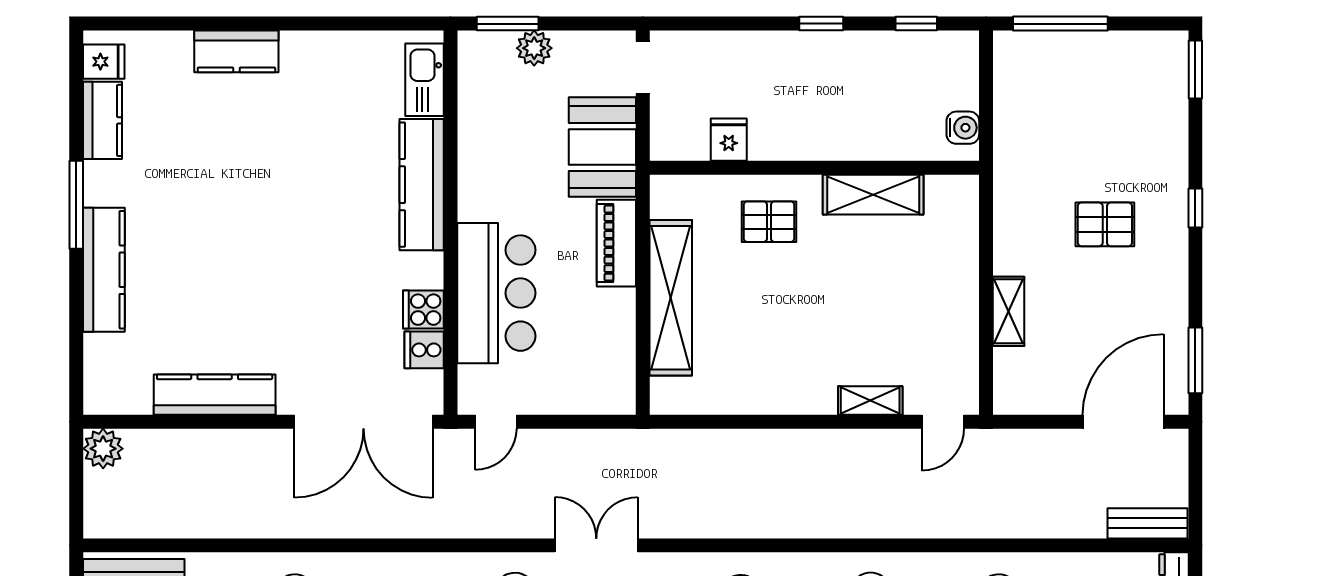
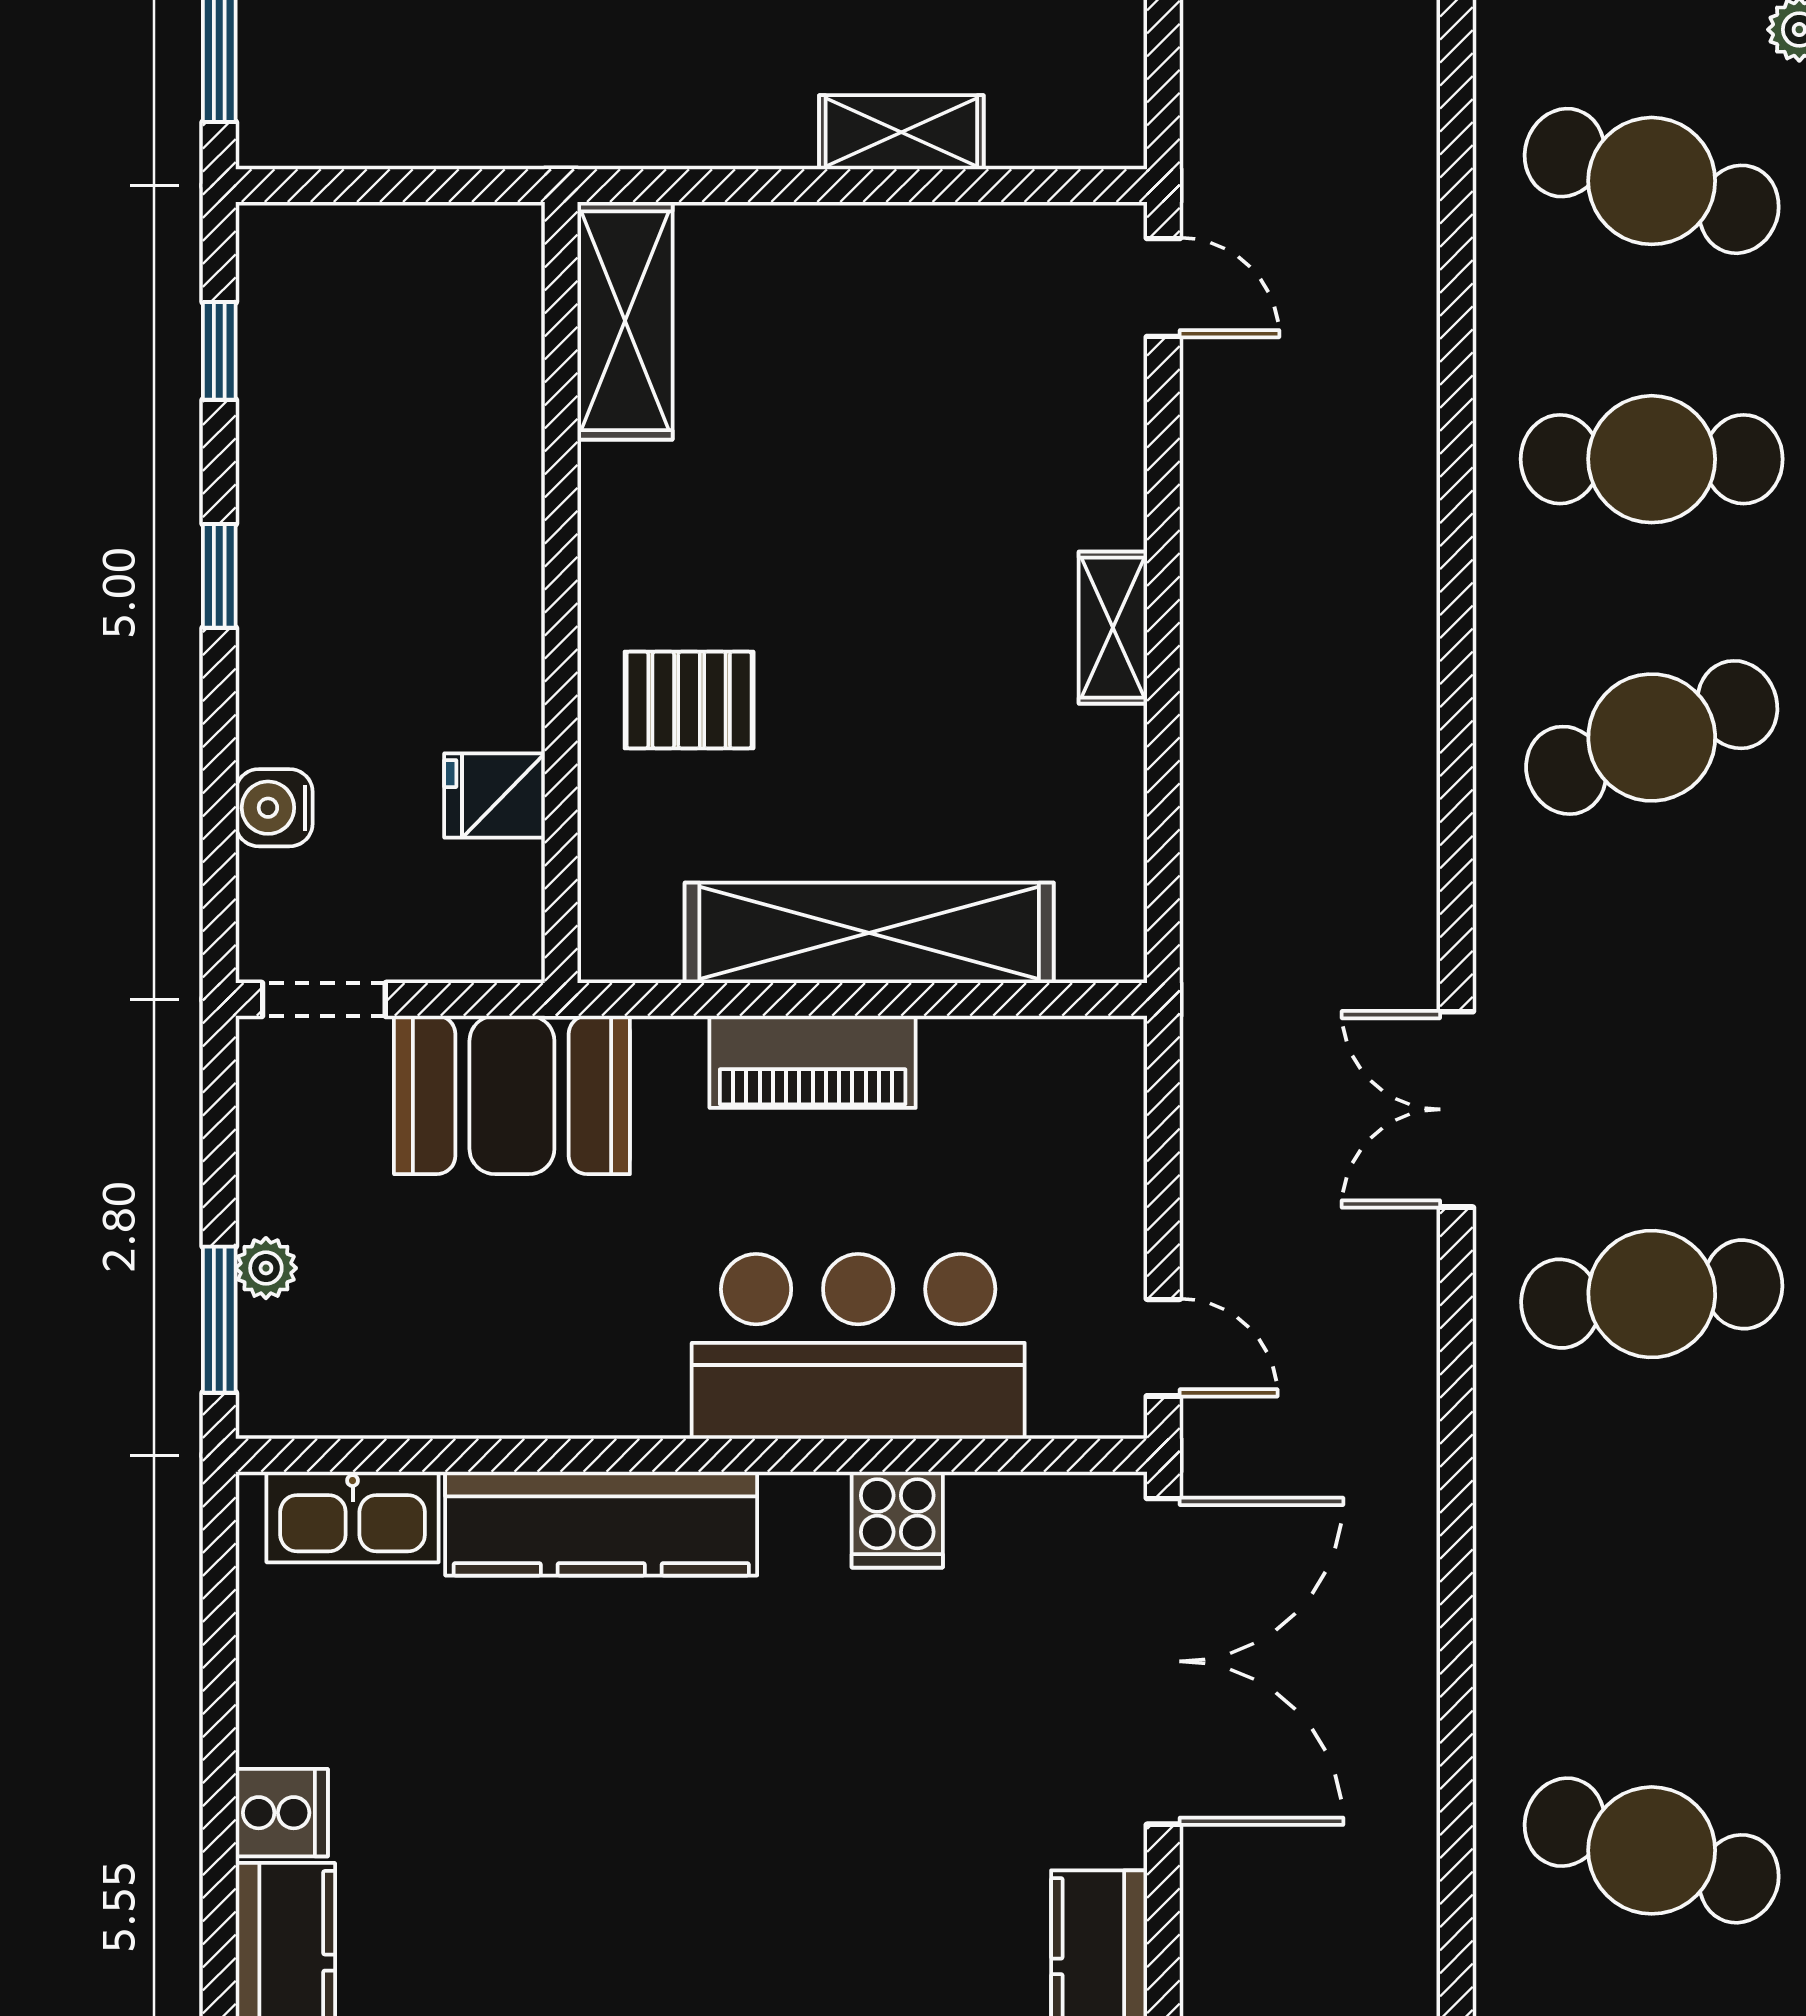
plant: (534, 48) -> (266, 1268), width x0.73, depth x0.73
water cooler: (963, 128) -> (274, 808), moved, turned -90
shelving: (873, 195) -> (625, 321), moved
pallet: (769, 222) -> (689, 700), turned 90
piano: (616, 243) -> (813, 1062), moved
cooker: (424, 350) -> (282, 1813), moved, turned -90
shelving: (870, 400) -> (1113, 628), moved

